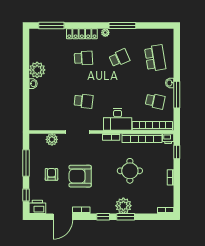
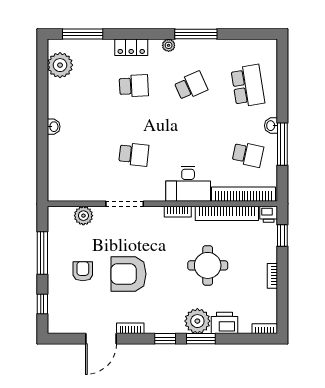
locker: (82, 34) -> (131, 47), width x0.66
plant: (37, 70) -> (60, 65), moved
printer: (37, 207) -> (225, 323), moved

